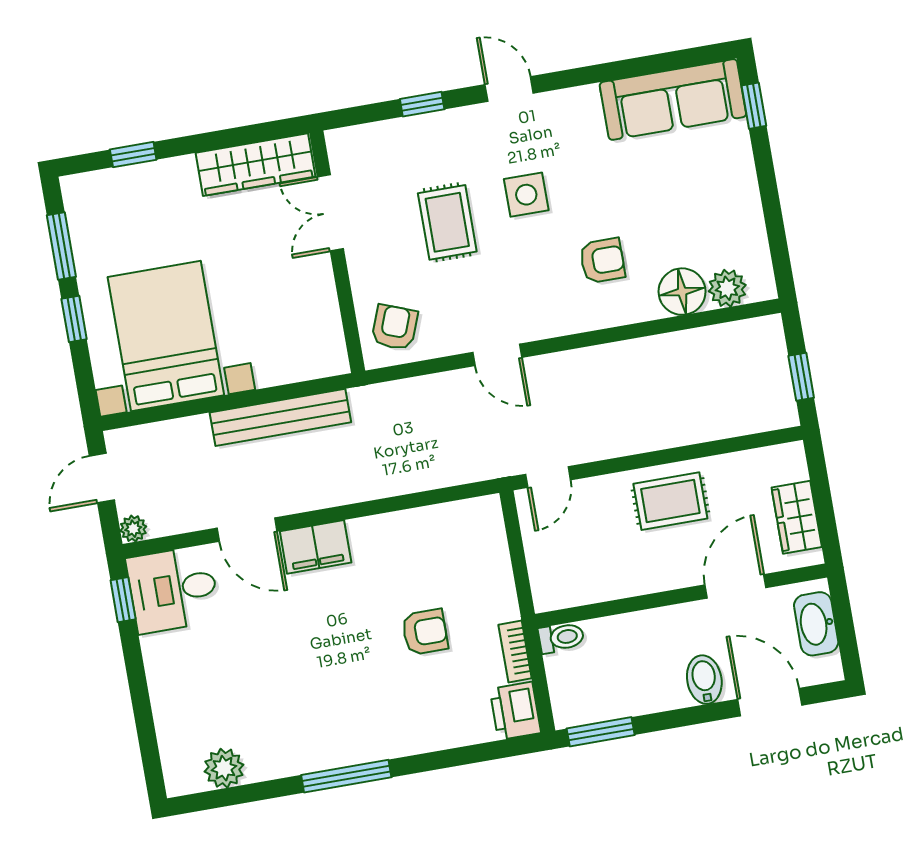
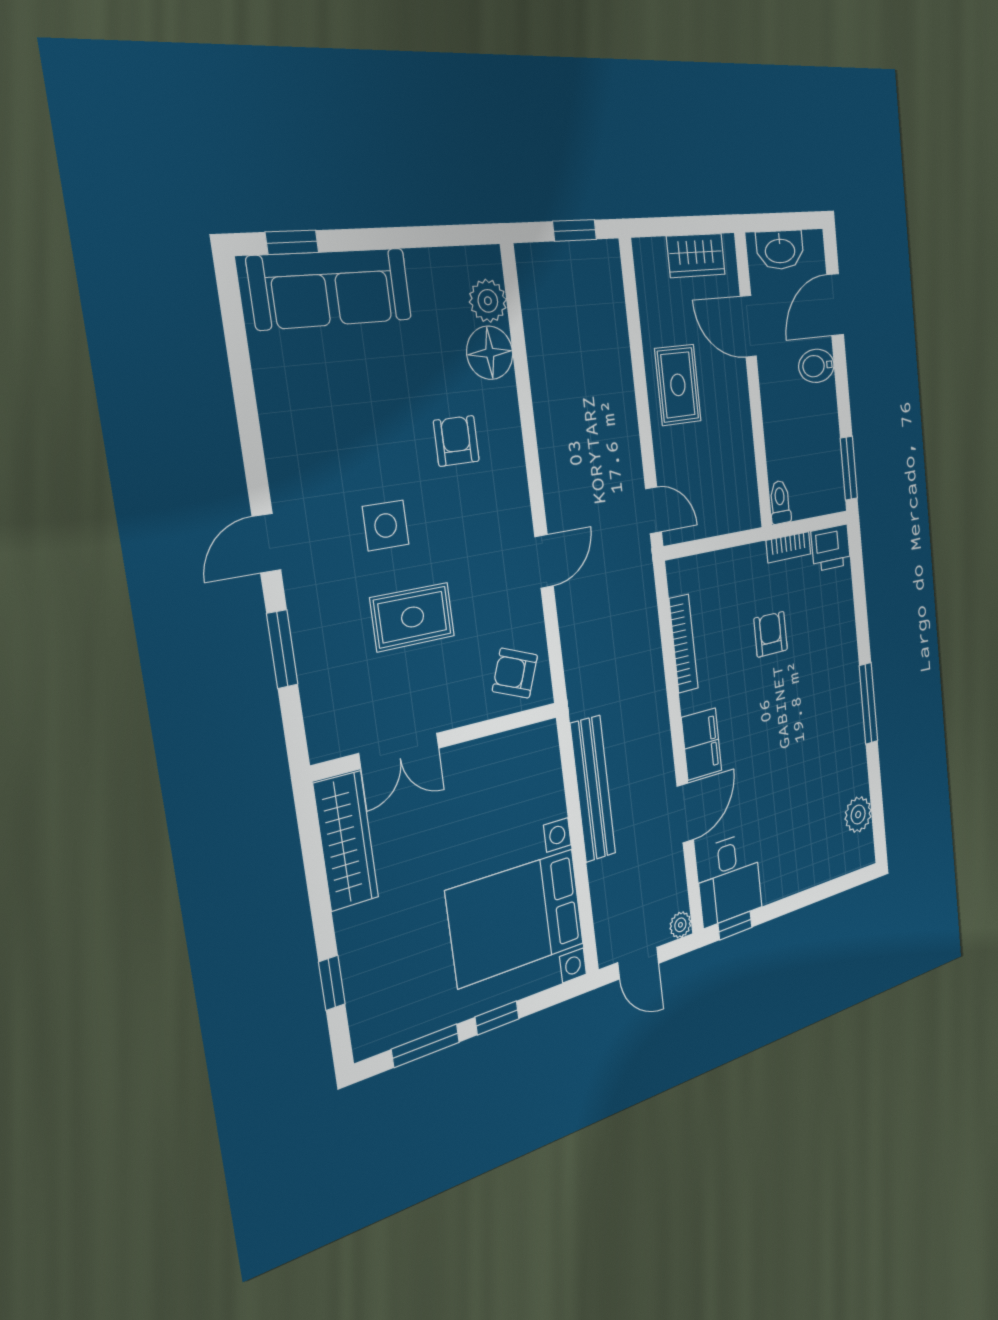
sofa: (673, 99) -> (331, 289), moved, turned 90
window: (422, 104) -> (282, 649), width x1.50
bookcase: (418, 519) -> (684, 644), added

